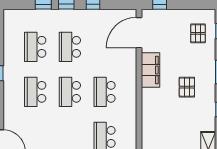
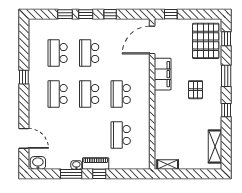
pallet: (198, 33) -> (206, 41), width x2.05, depth x2.00

